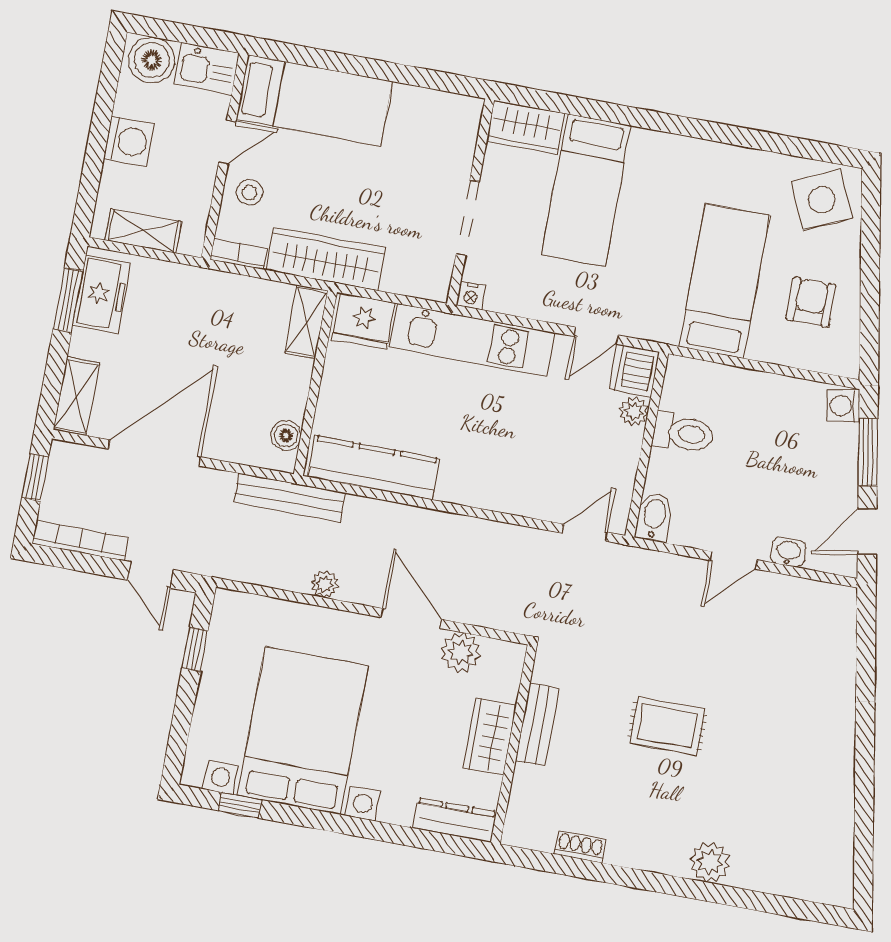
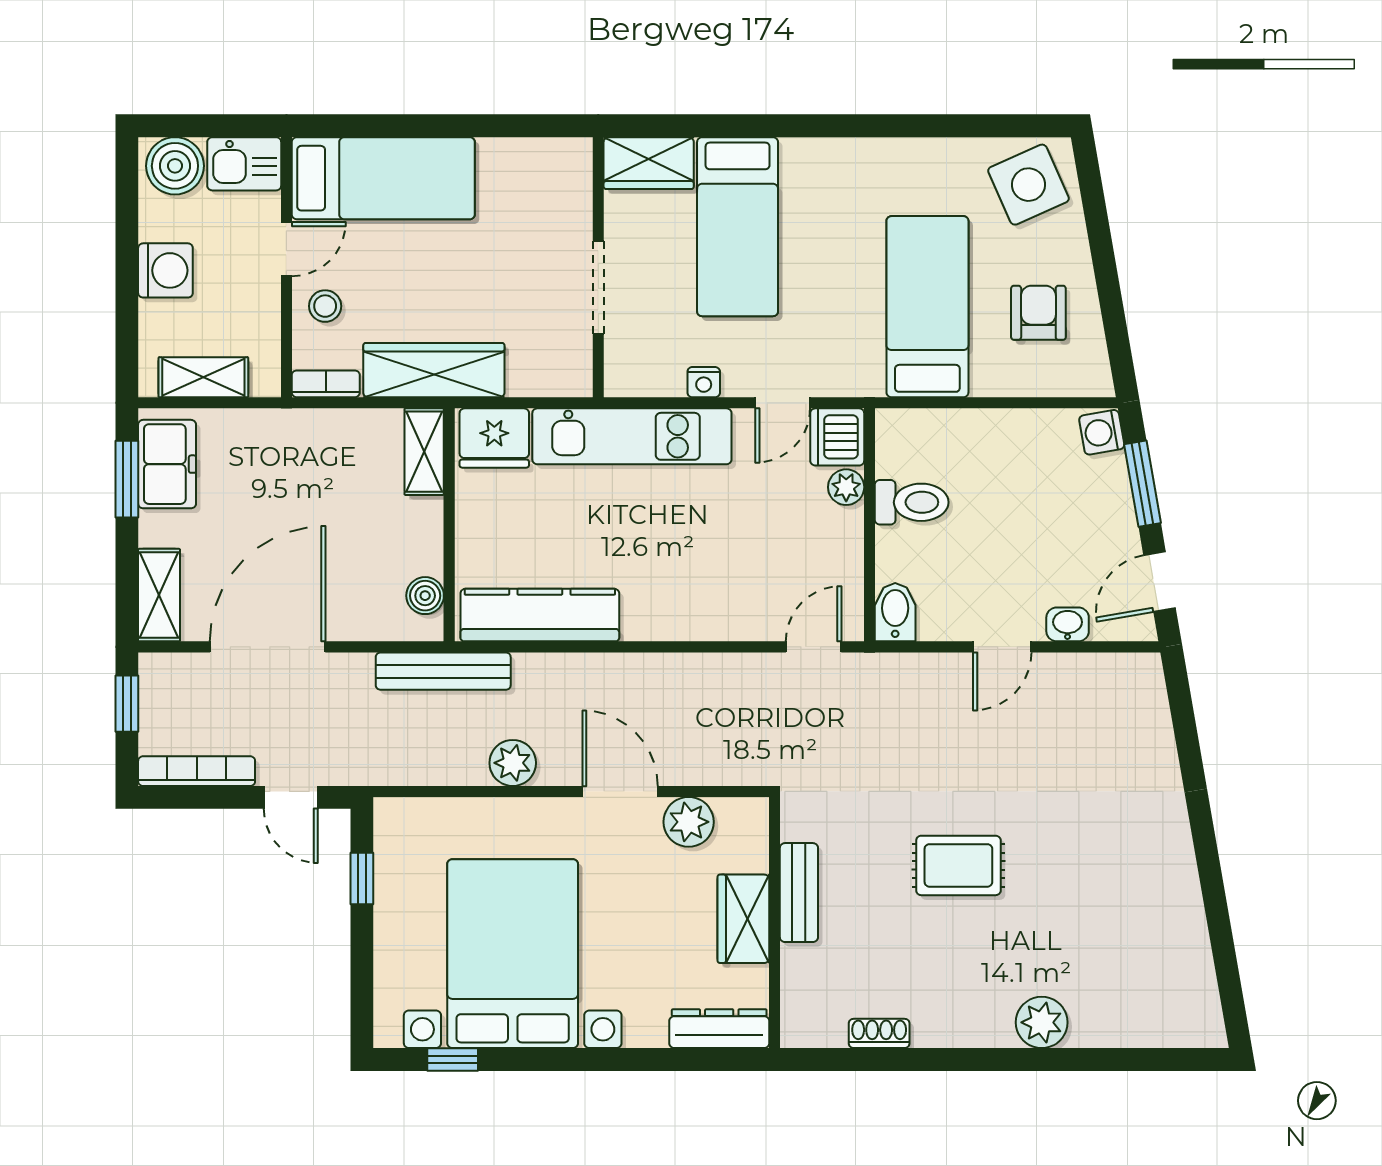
nightstand: (471, 296) -> (704, 382), moved
plant: (325, 584) -> (513, 763), width x1.38, depth x1.38

